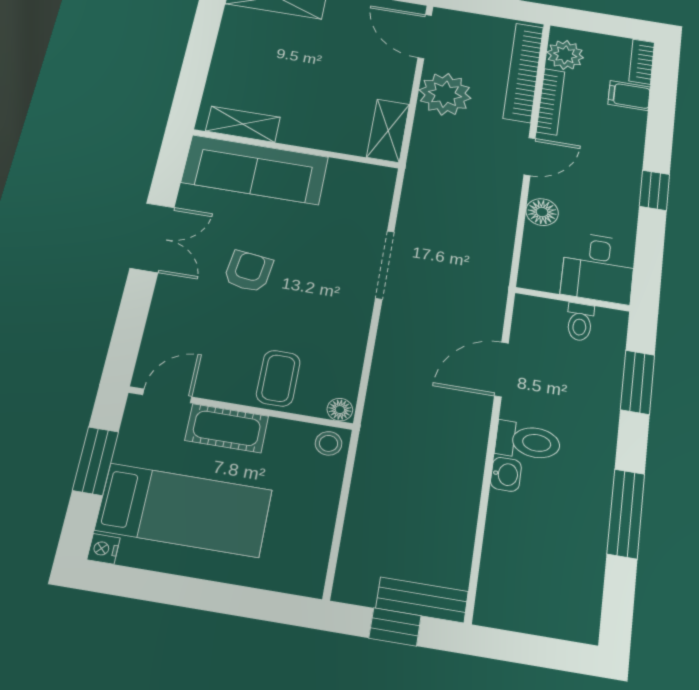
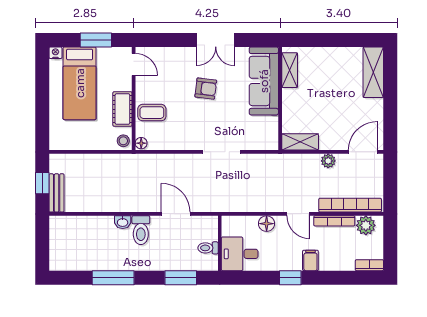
plant: (445, 94) -> (328, 161), width x0.53, depth x0.53
filing cabinet: (629, 96) -> (310, 260), moved
cot: (227, 428) -> (122, 109), moved

